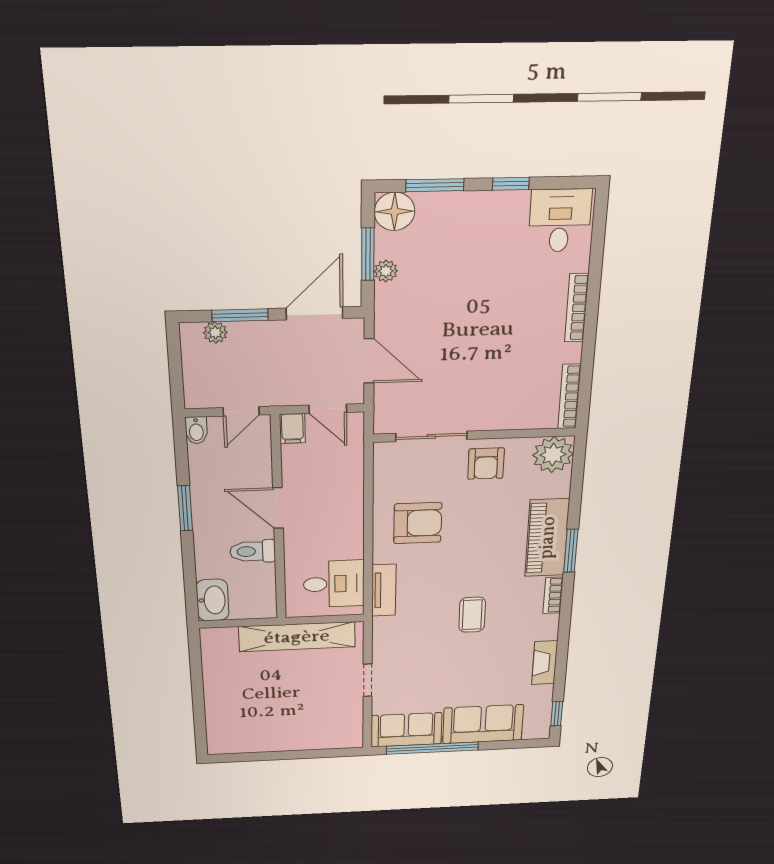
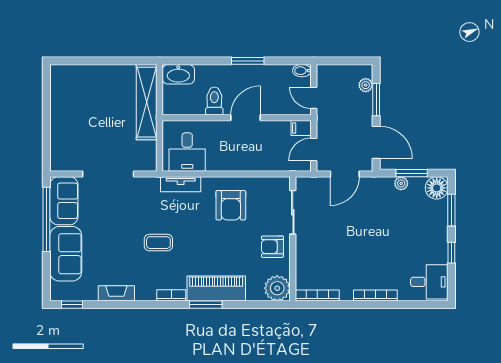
shelving: (297, 637) -> (147, 102), moved
doorway: (368, 680) -> (108, 174), width x1.88

